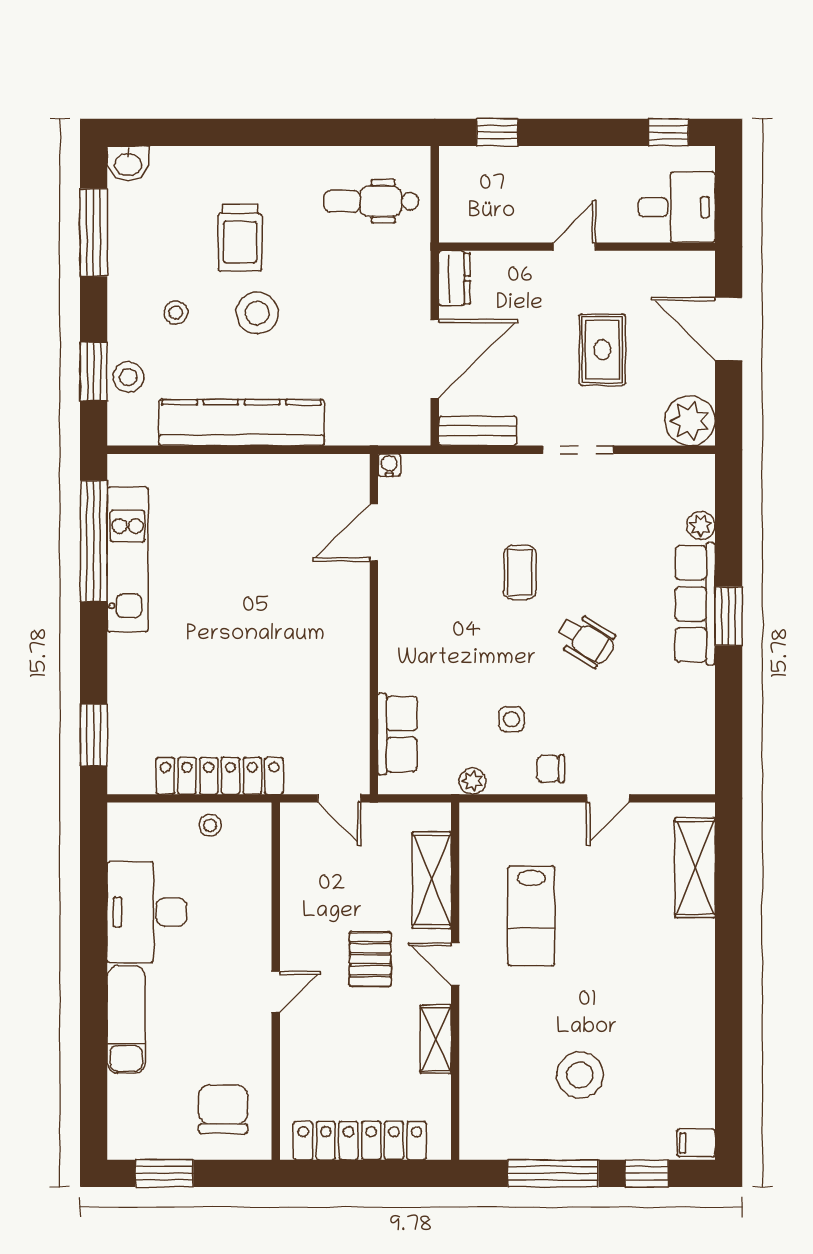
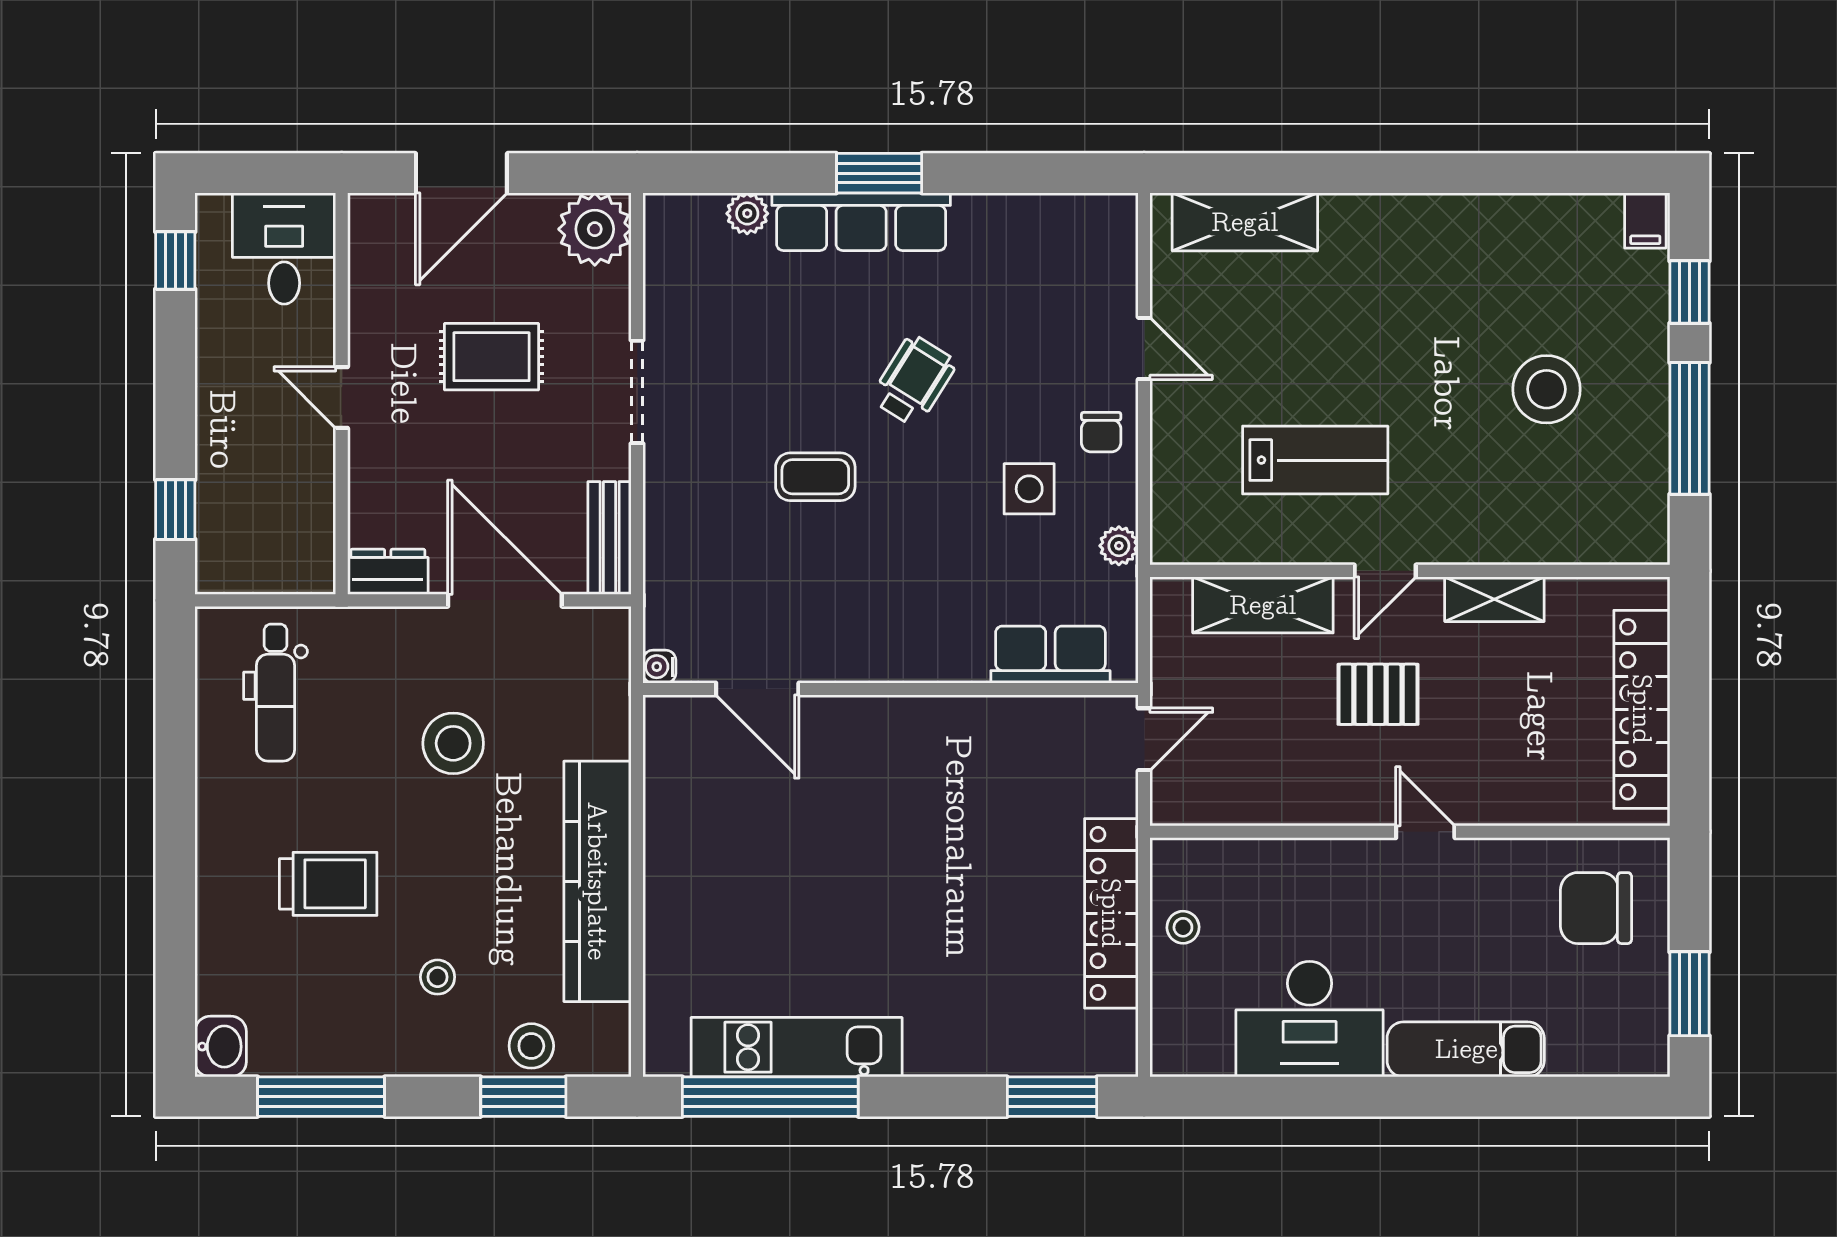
stool: (257, 313) -> (453, 743), moved
side table: (511, 719) -> (1029, 489), width x1.37, depth x1.37

